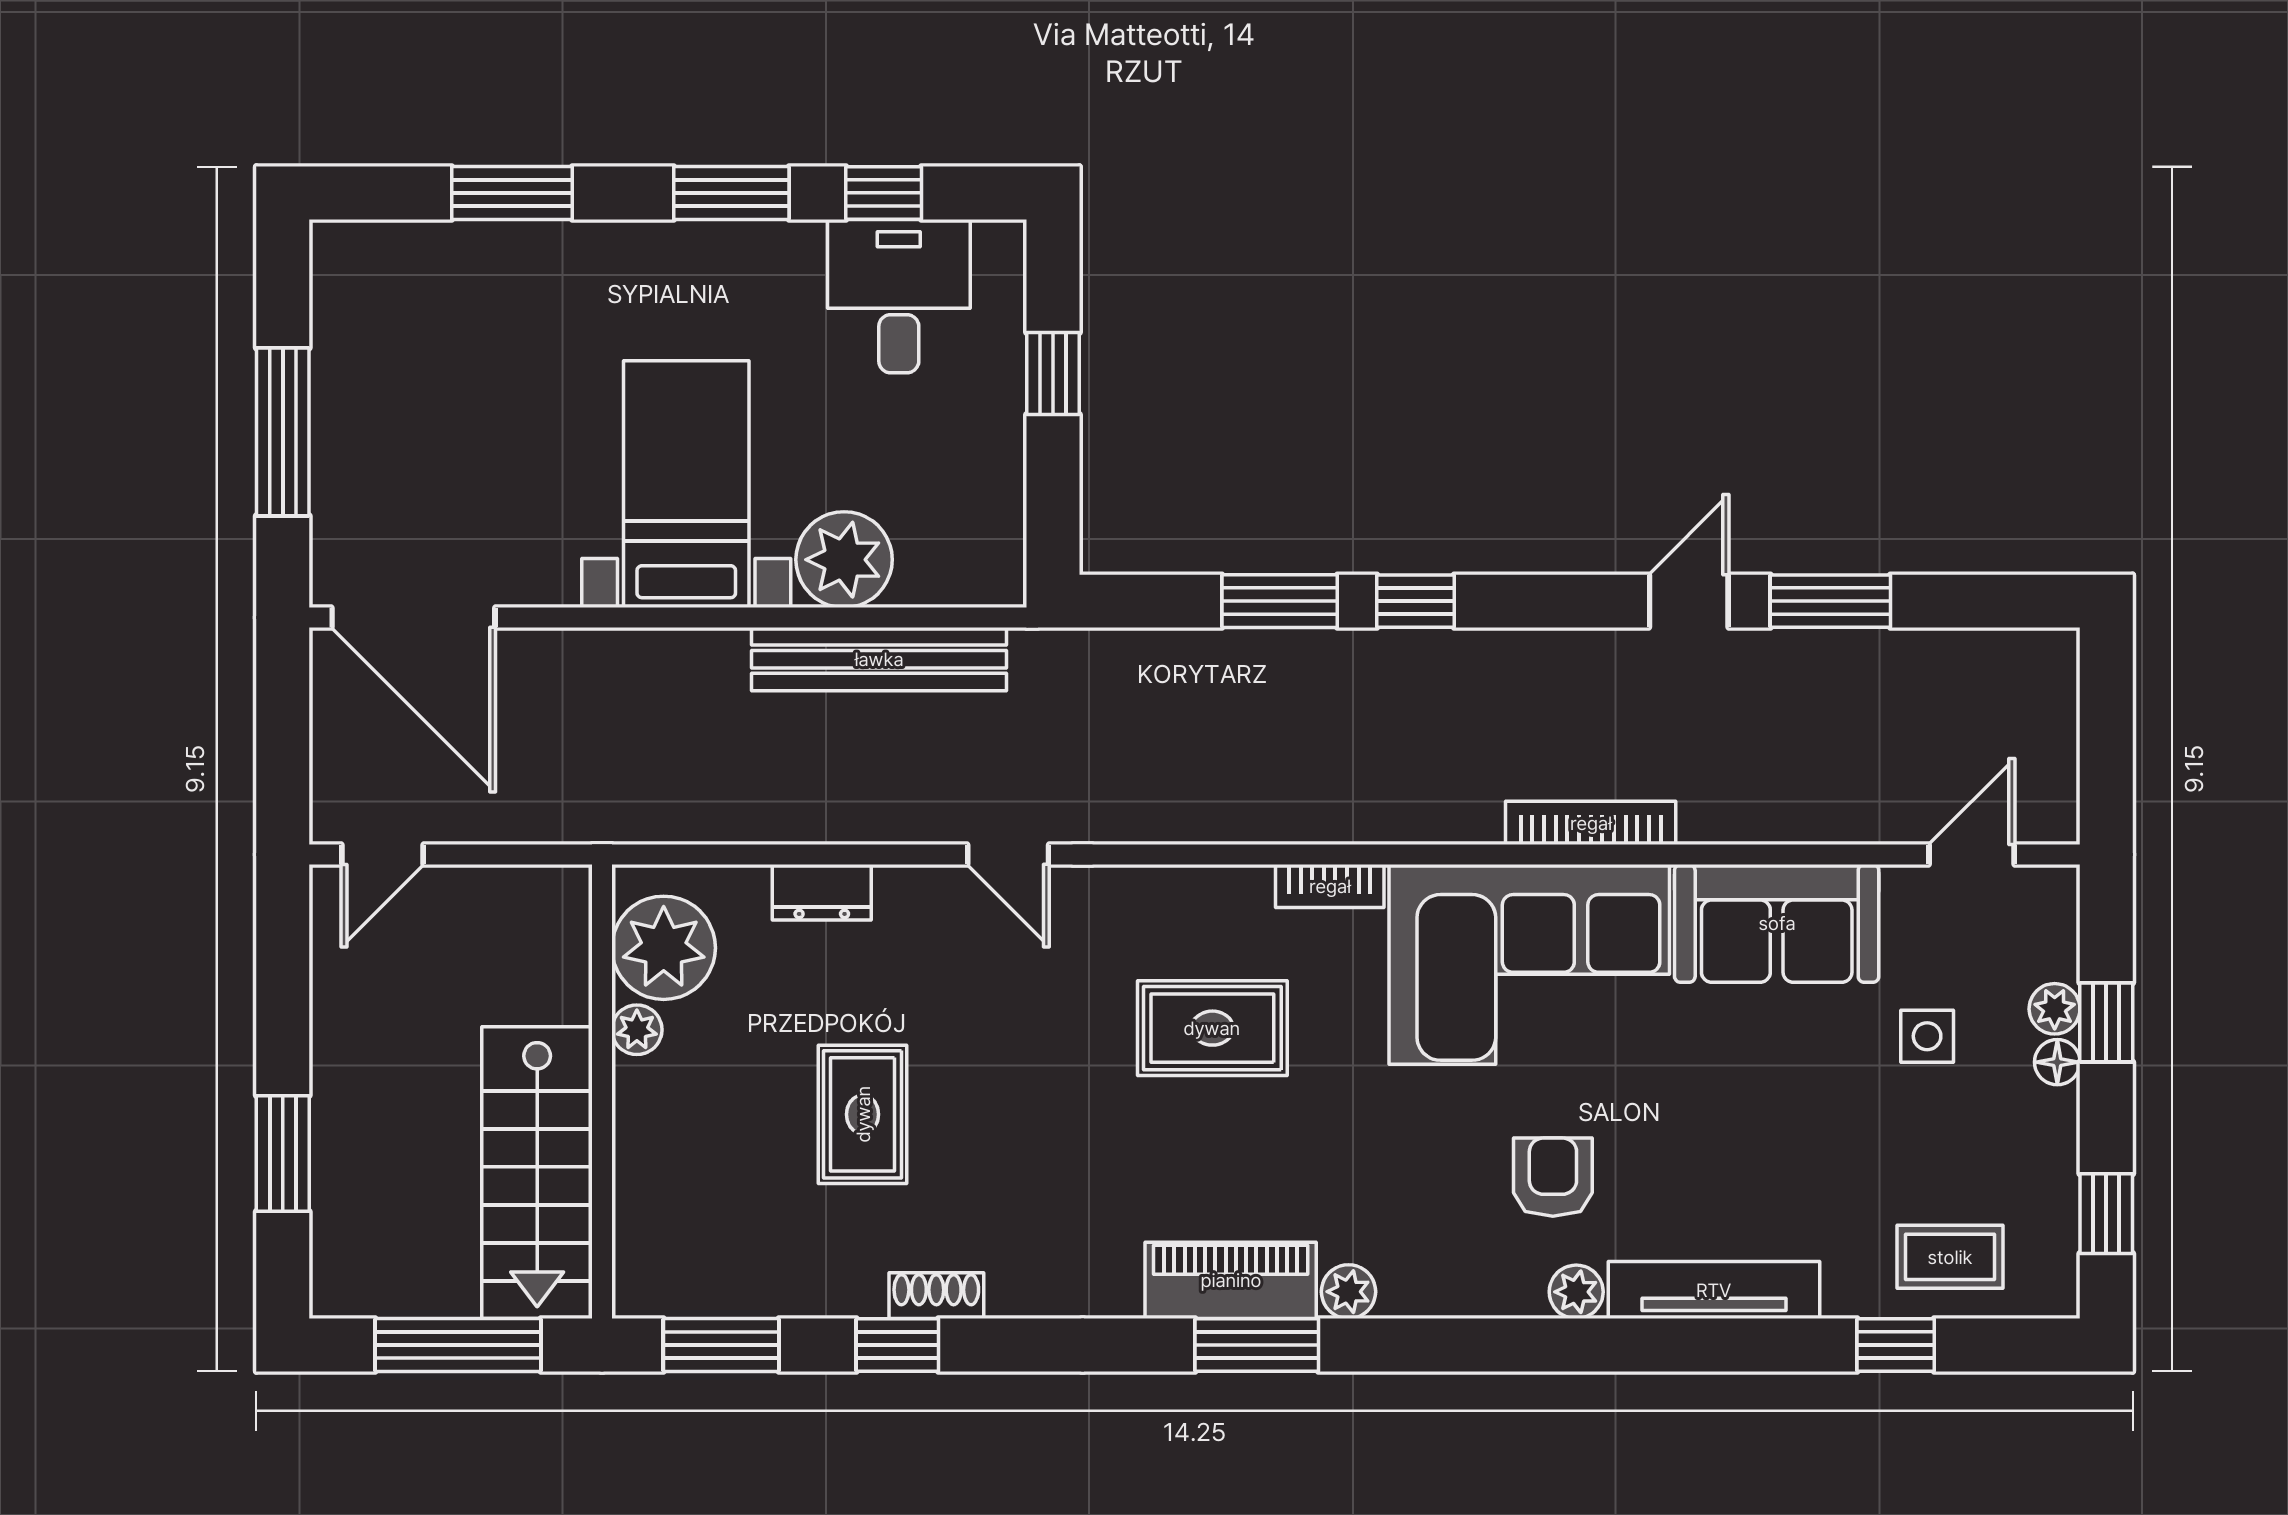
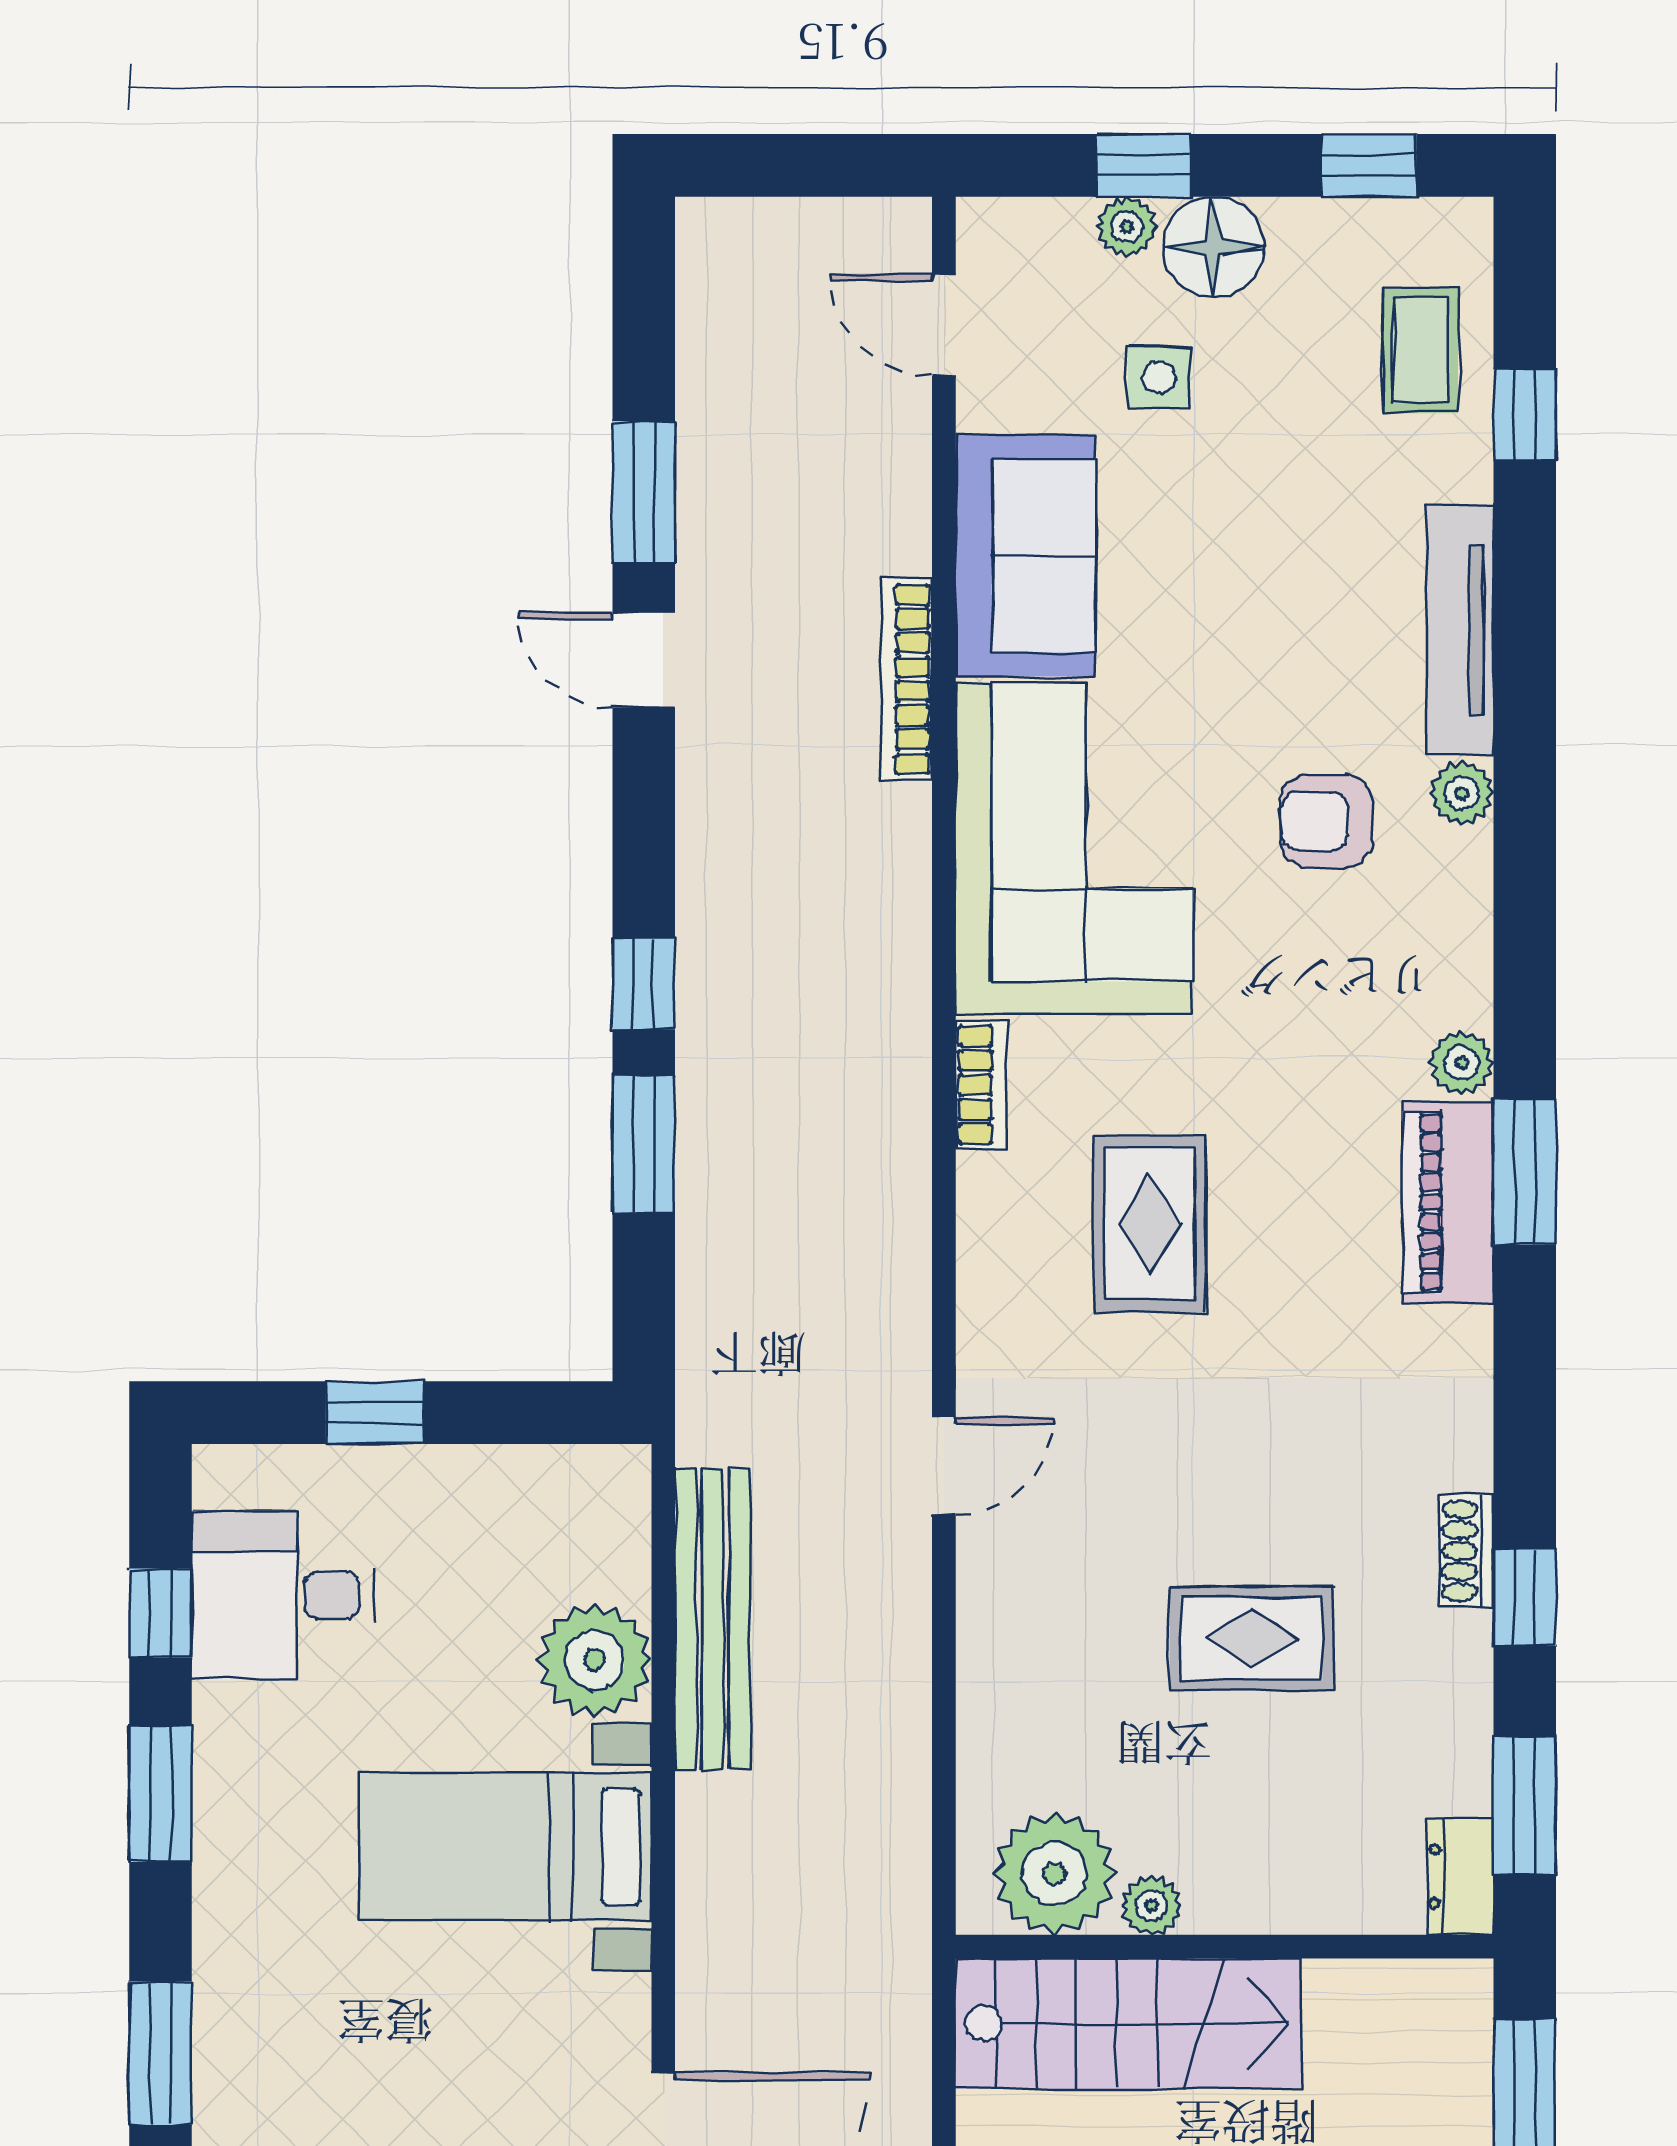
bookcase: (1591, 823) -> (906, 679), moved
dresser: (822, 892) -> (1461, 1876), moved, turned 180
floor lamp: (2057, 1062) -> (1214, 247), width x1.89, depth x1.89
stairs: (537, 1173) -> (1129, 2024), moved

